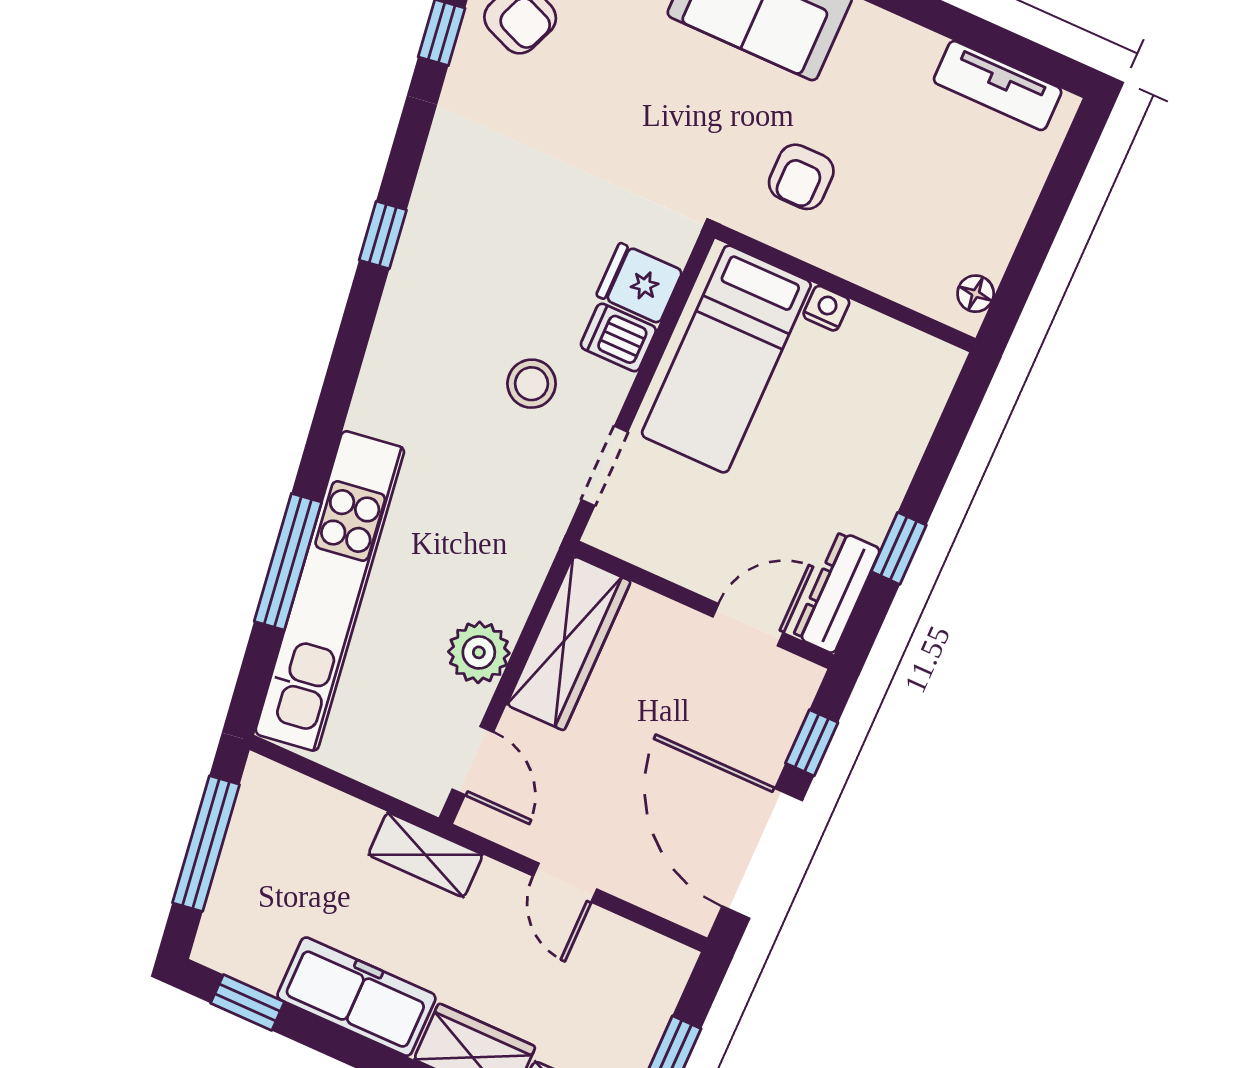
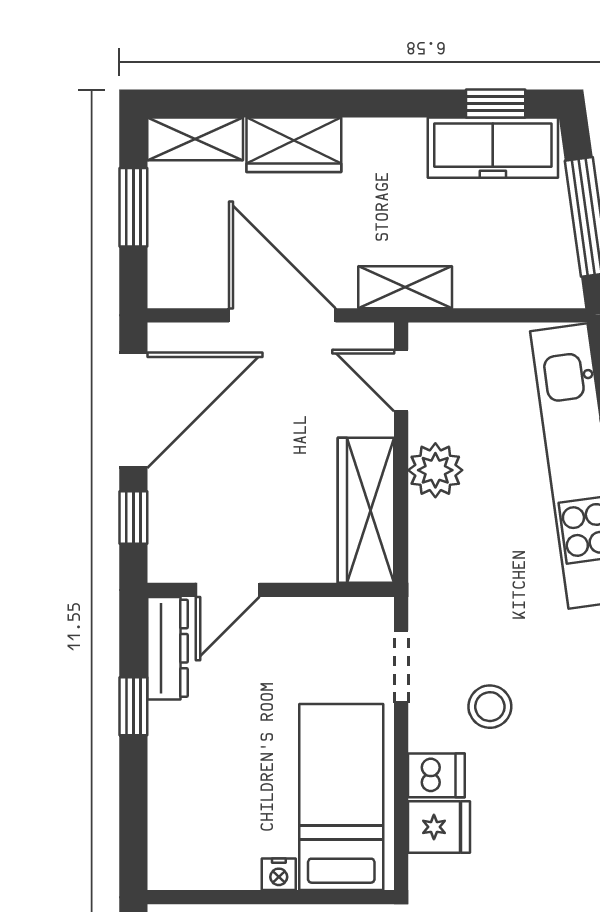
door: (762, 853) -> (133, 410), hinge flipped
door: (565, 883) -> (282, 315), width x1.88
freezer: (356, 997) -> (493, 148), moved

